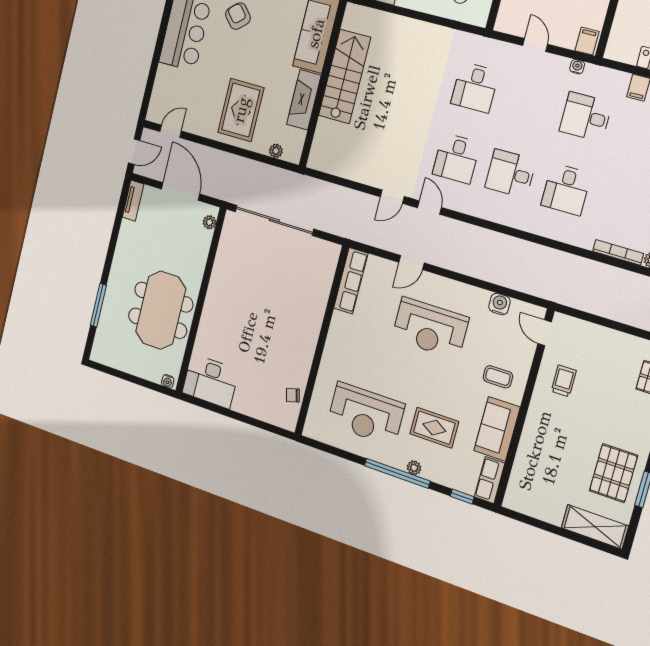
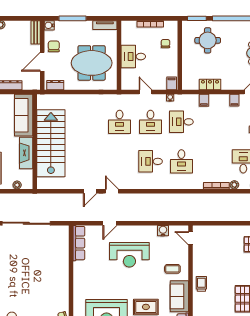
stairs: (345, 76) -> (51, 143), width x1.36, depth x1.51
desk: (456, 158) -> (151, 122), moved
trolley: (564, 381) -> (201, 284), moved

